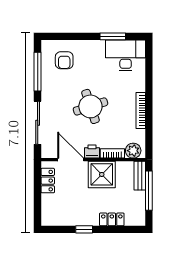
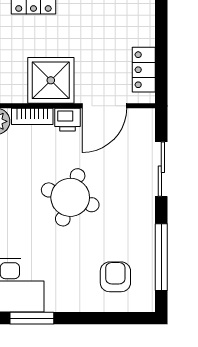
round table: (90, 106) -> (70, 197), turned 37
sliding door: (38, 123) -> (161, 169), width x0.73
door: (71, 160) -> (104, 106), hinge flipped

